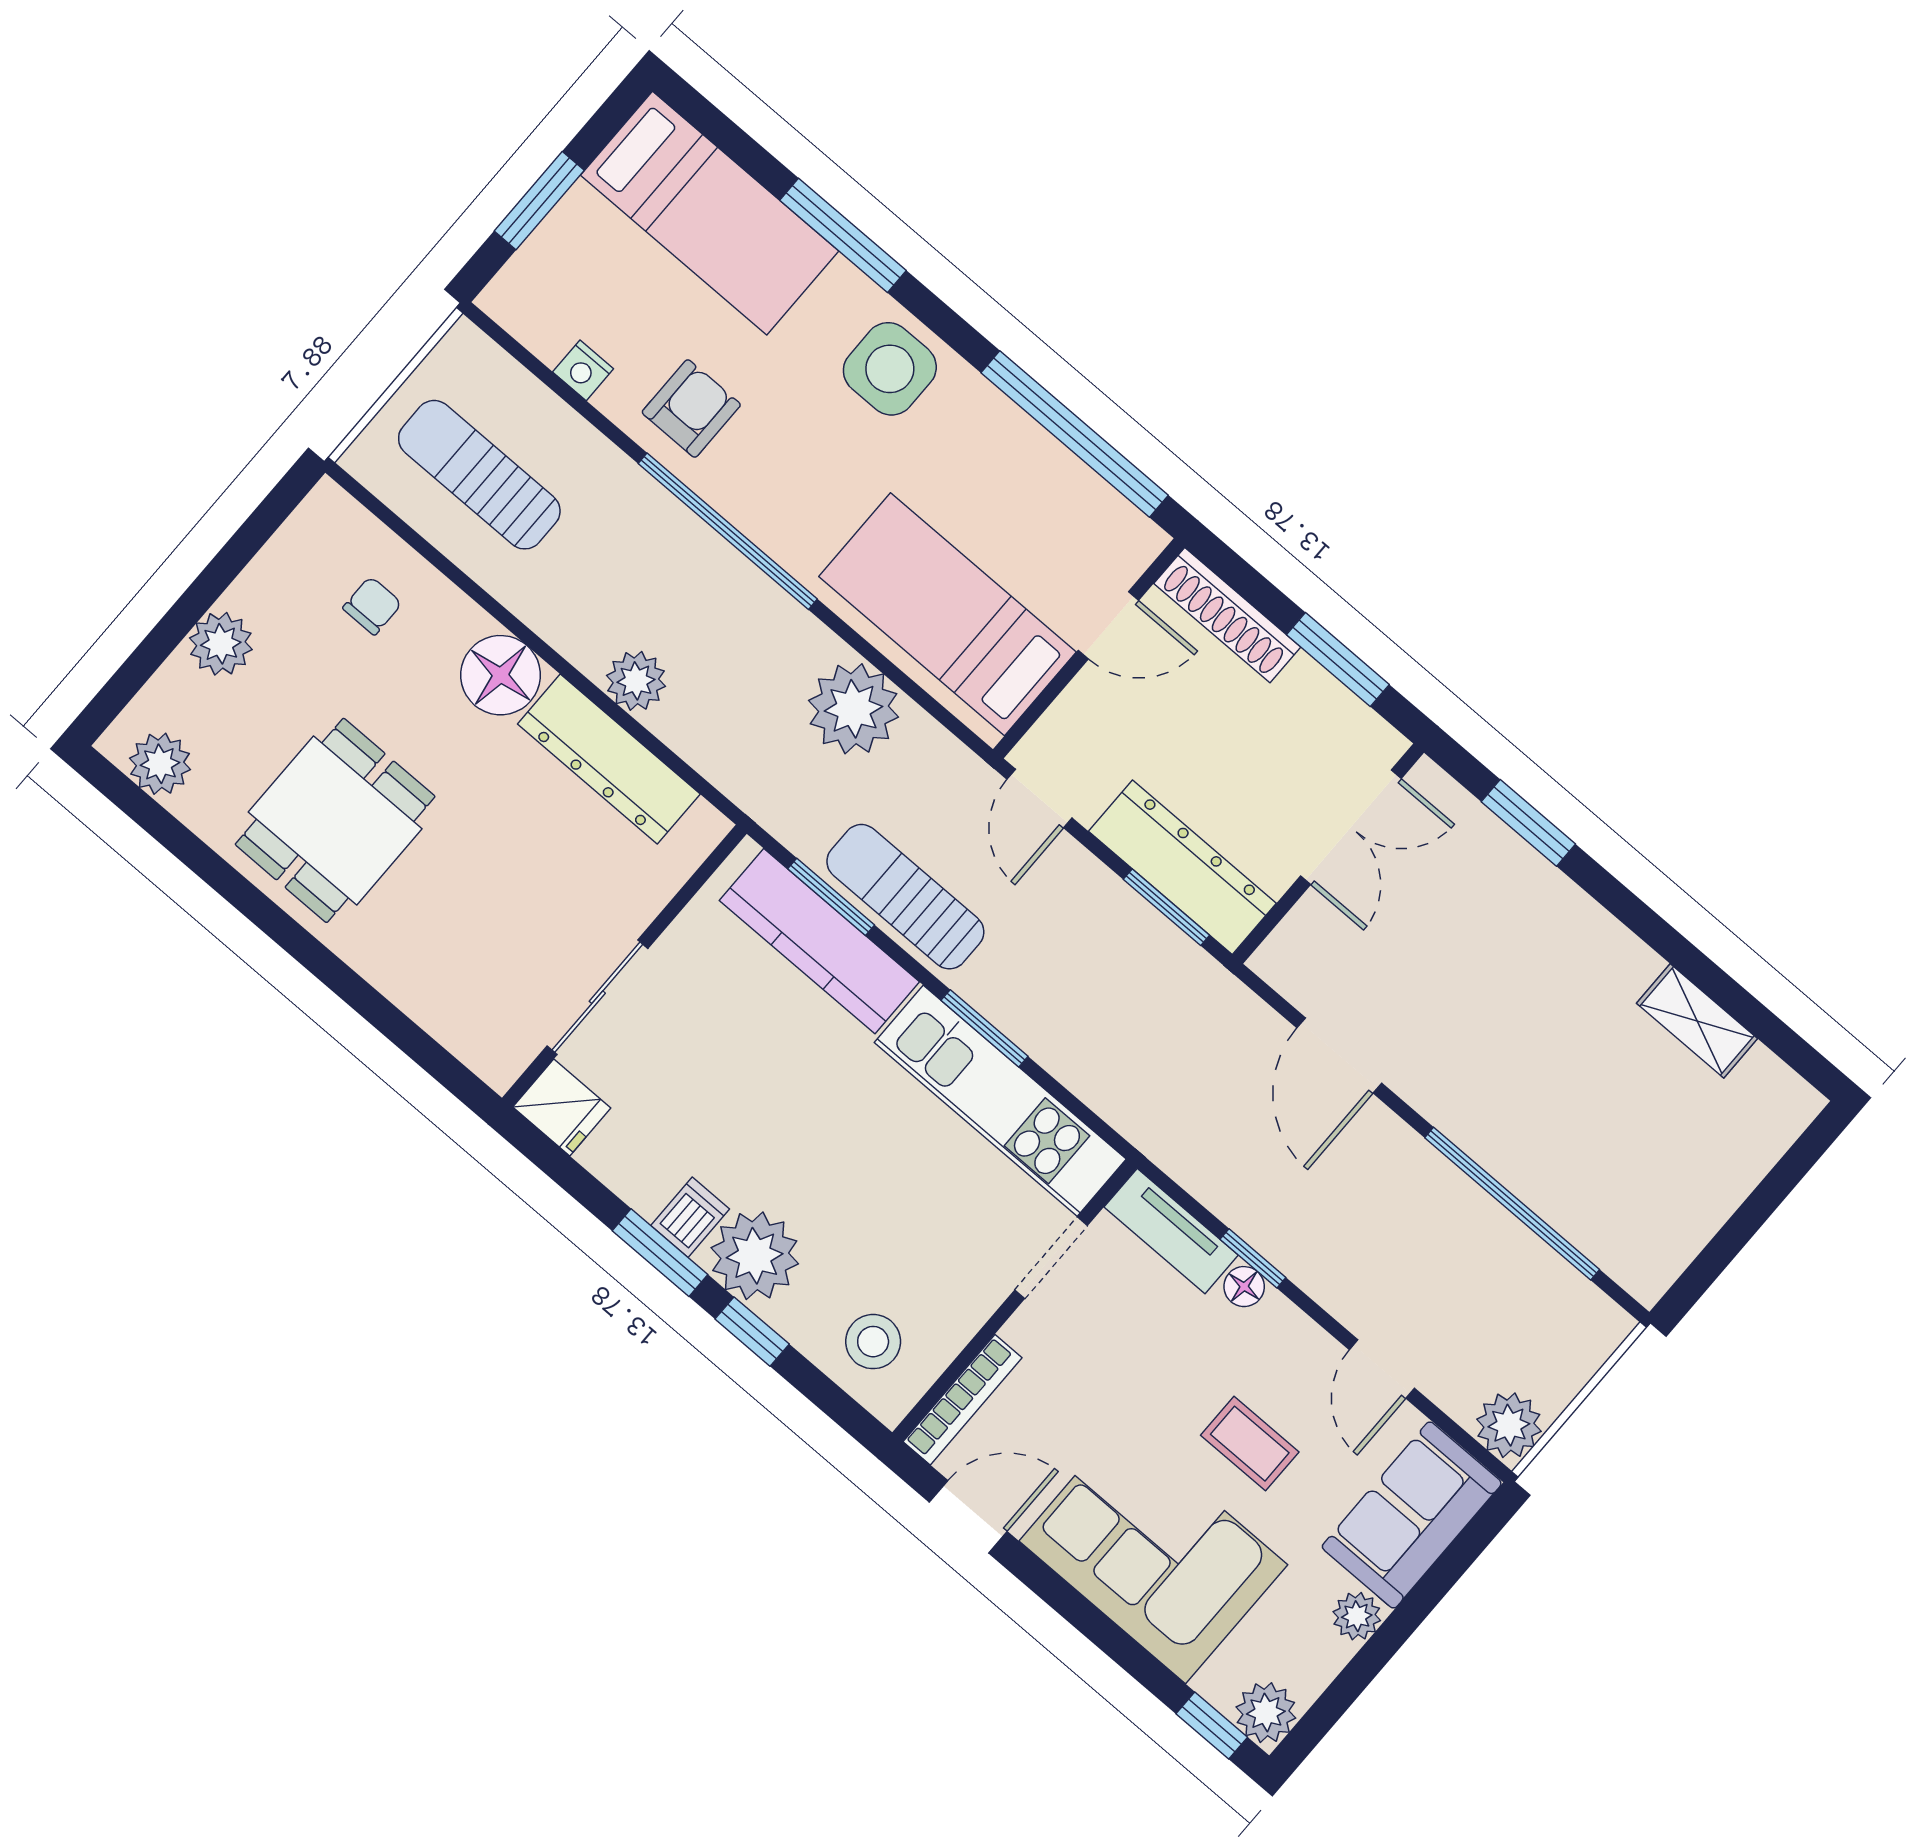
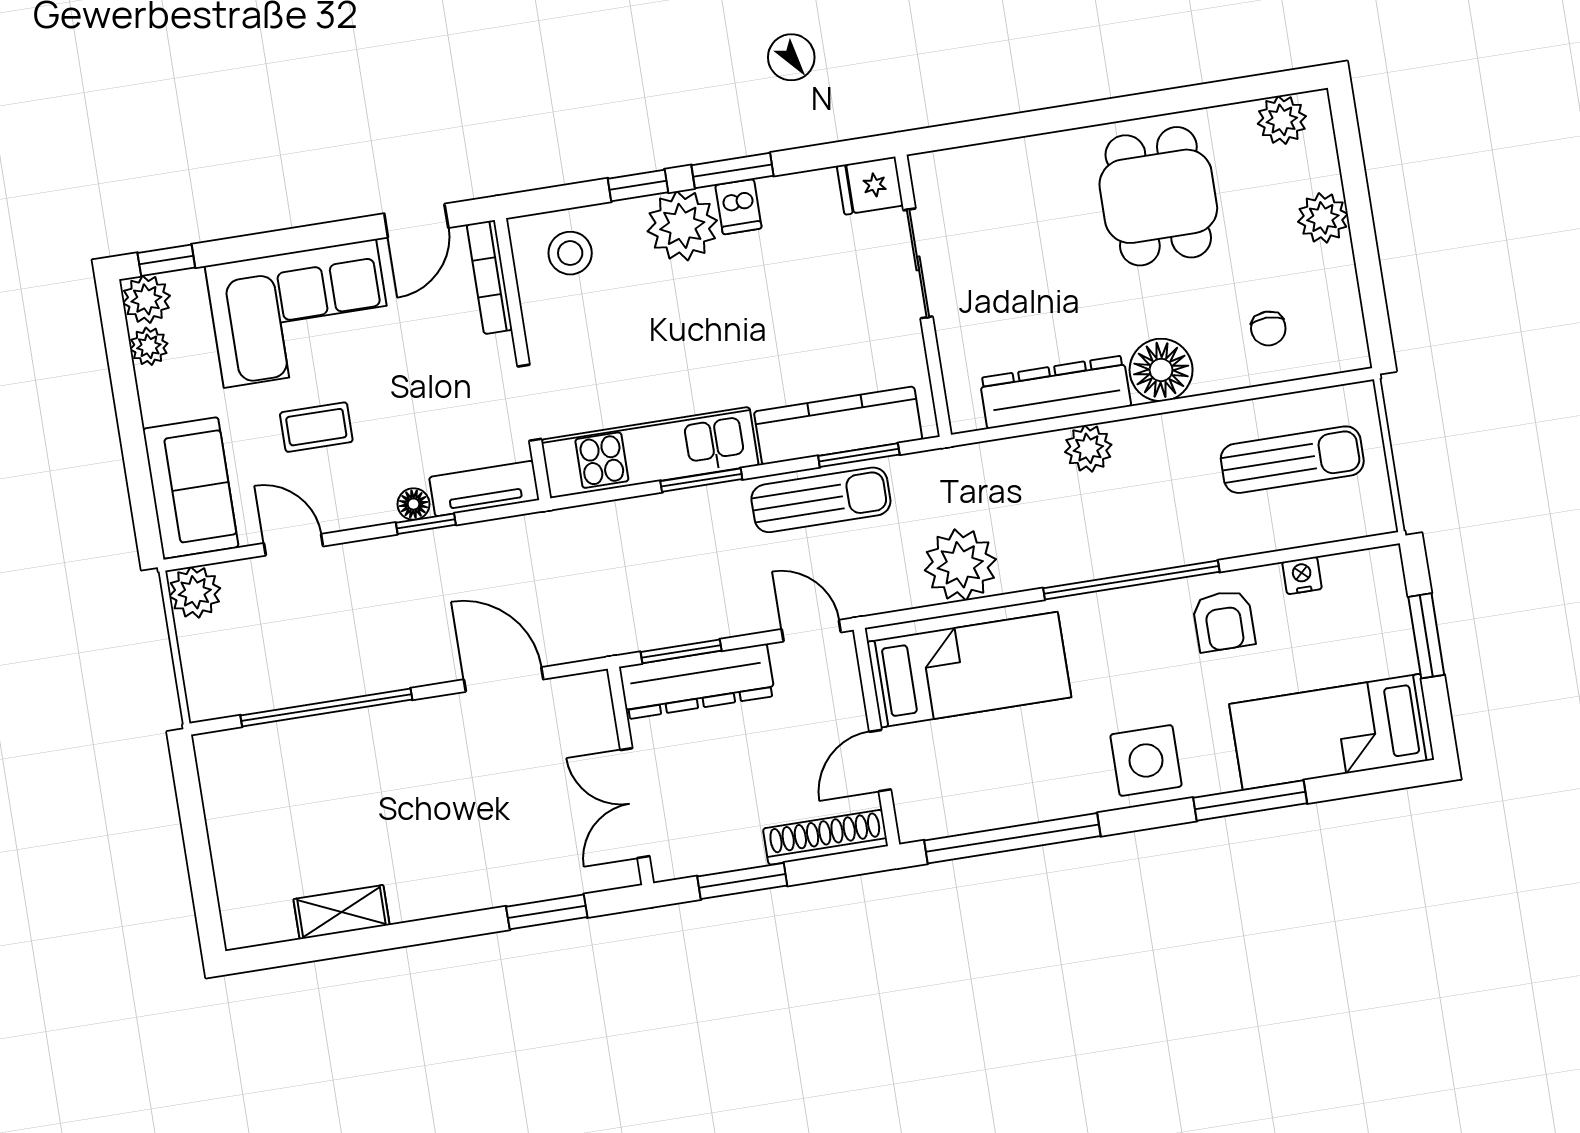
plant: (1357, 1616) -> (149, 346), moved

